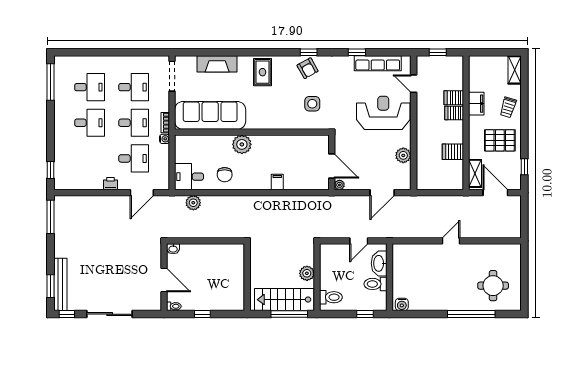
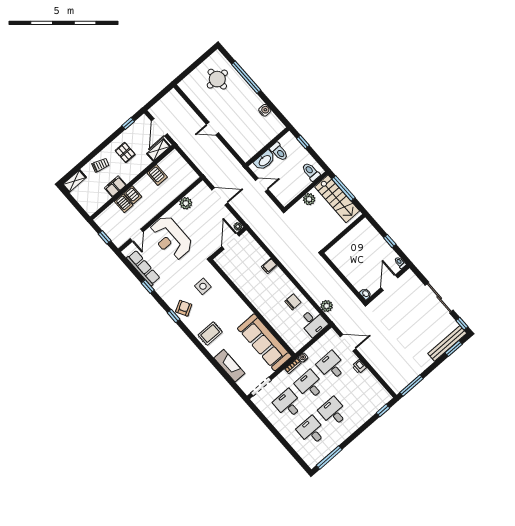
pallet: (500, 140) -> (125, 152), width x0.67, depth x0.71
plant: (242, 144) -> (265, 308), removed
water cooler: (402, 304) -> (265, 110), moved

